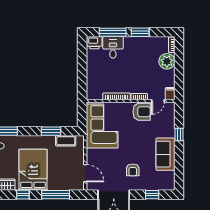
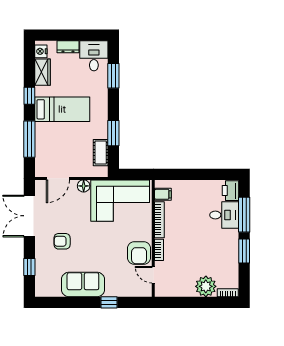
filing cabinet: (170, 94) -> (163, 194), moved
floor lamp: (91, 154) -> (84, 186), added
bed: (33, 170) -> (62, 109), width x0.67

